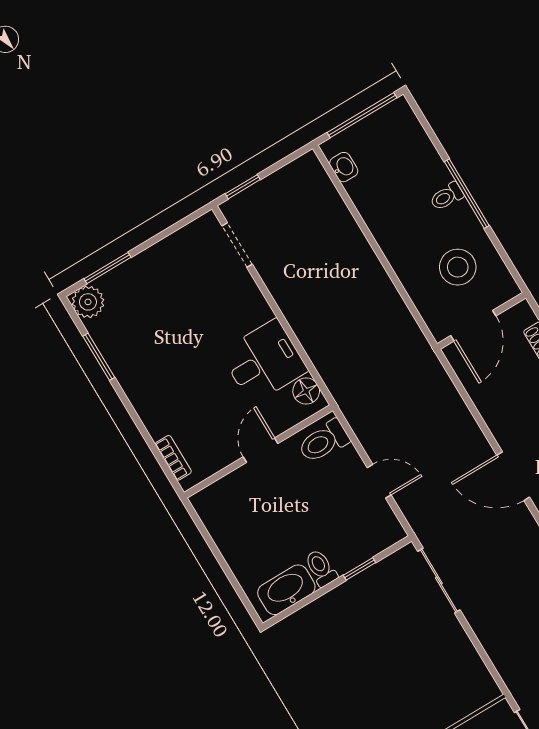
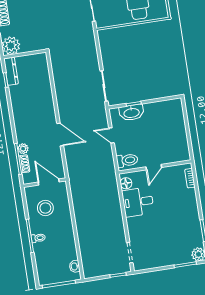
door: (473, 326) -> (49, 182), hinge flipped
door: (513, 476) -> (60, 134), moved
toilet: (321, 568) -> (149, 110), removed
washbasin: (286, 590) -> (131, 113), moved

